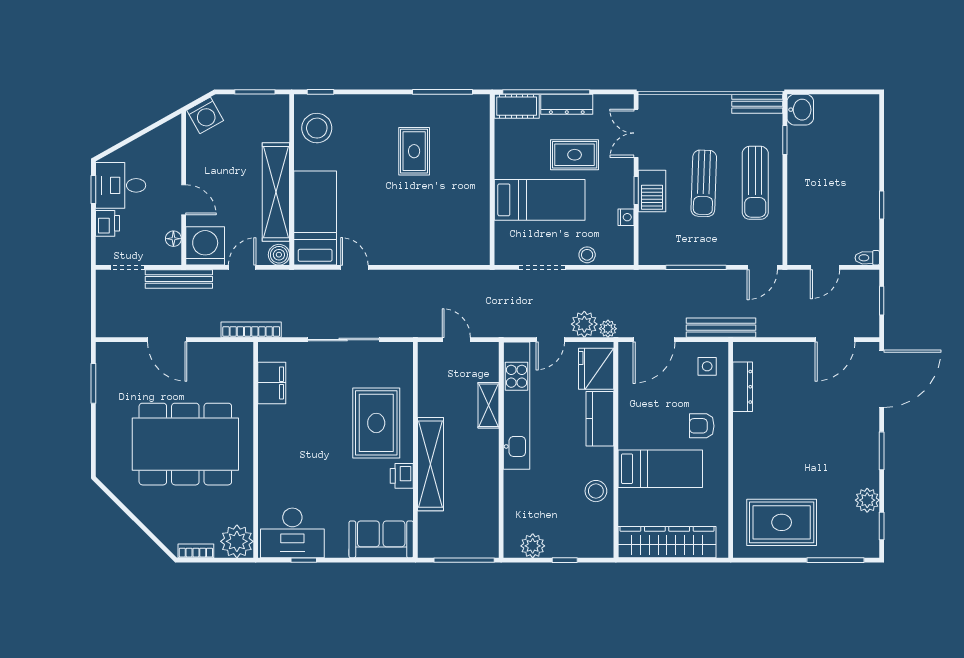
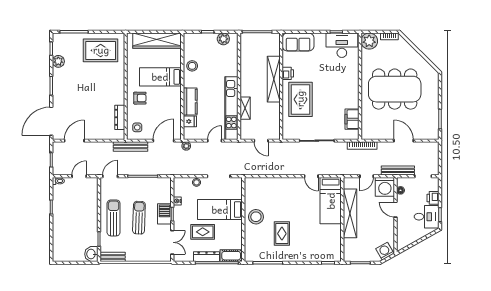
stool: (317, 128) -> (256, 217), moved
boiler: (279, 255) -> (348, 182), removed
plant: (584, 324) -> (198, 148), removed
fridge: (596, 369) -> (190, 121), width x0.53, depth x0.75

